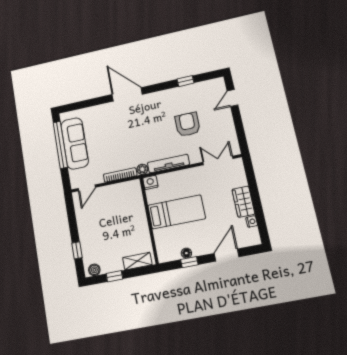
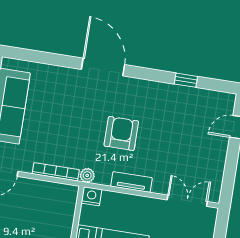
armchair: (187, 124) -> (121, 133), moved
tv unit: (168, 164) -> (131, 182), width x0.71

